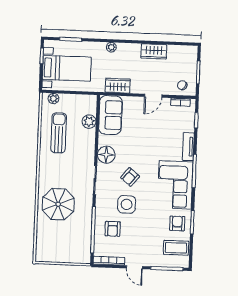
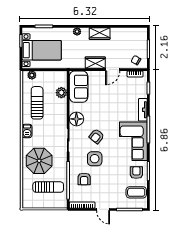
wardrobe: (154, 51) -> (100, 34), moved
wardrobe: (118, 86) -> (95, 63), moved
barbecue: (45, 167) -> (27, 131), added
sun lounger: (68, 237) -> (48, 187), added

